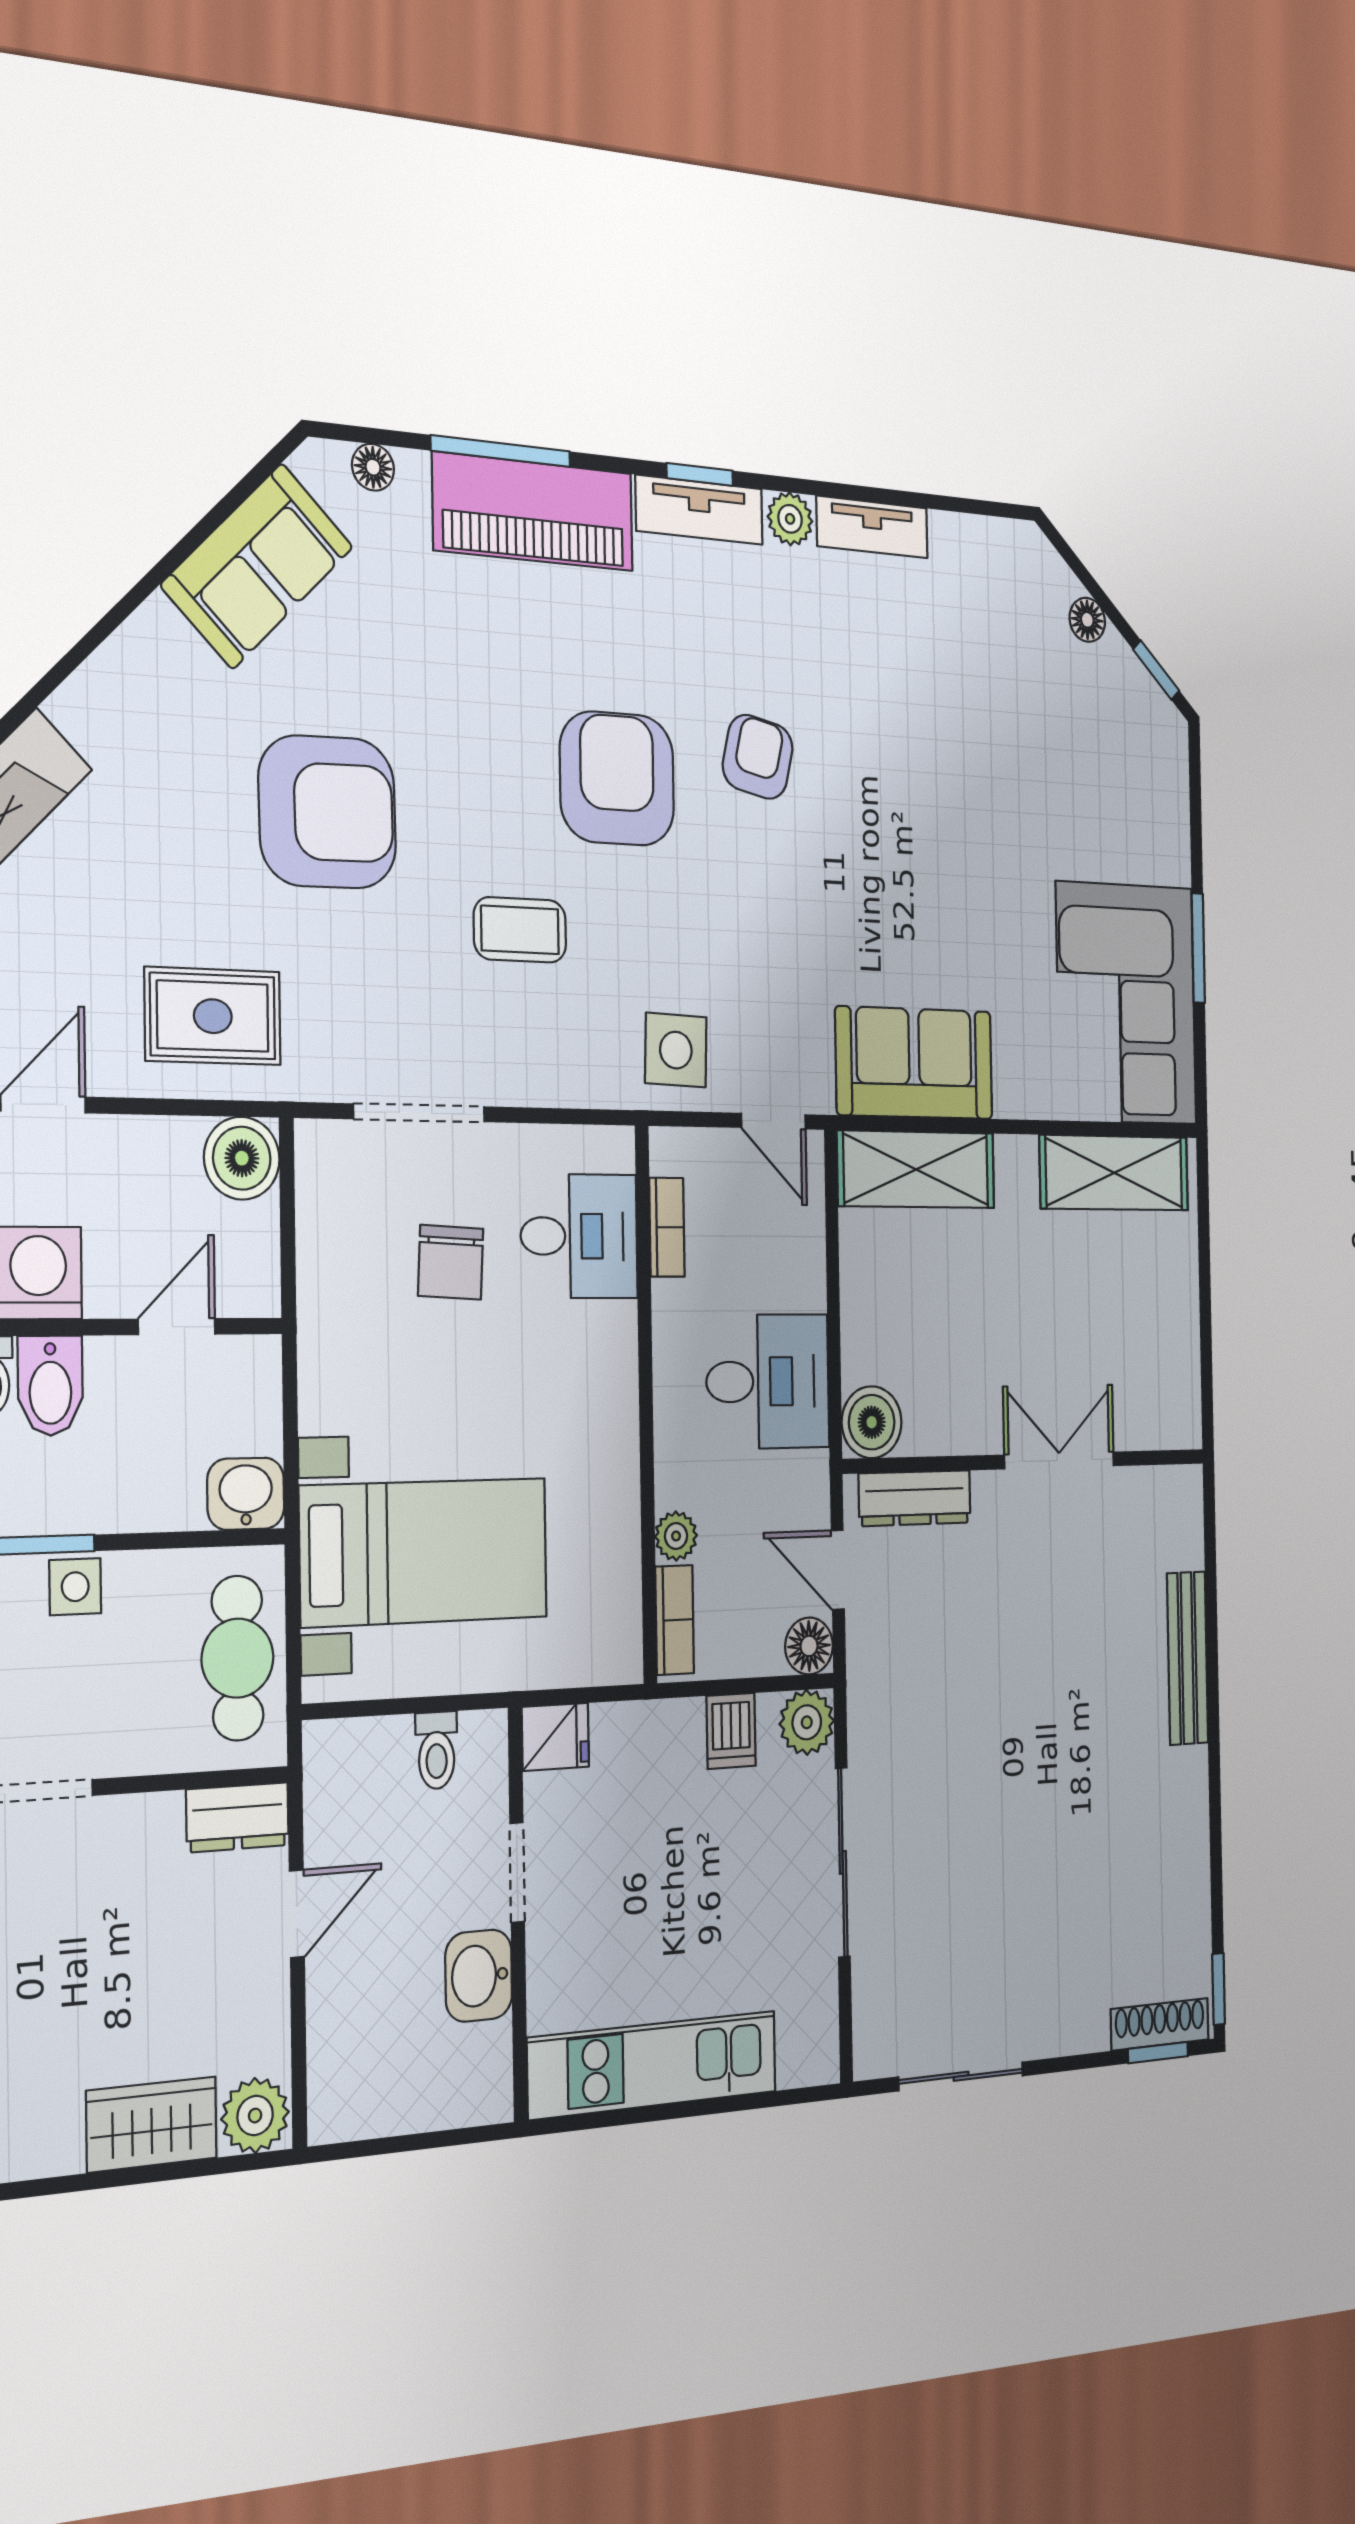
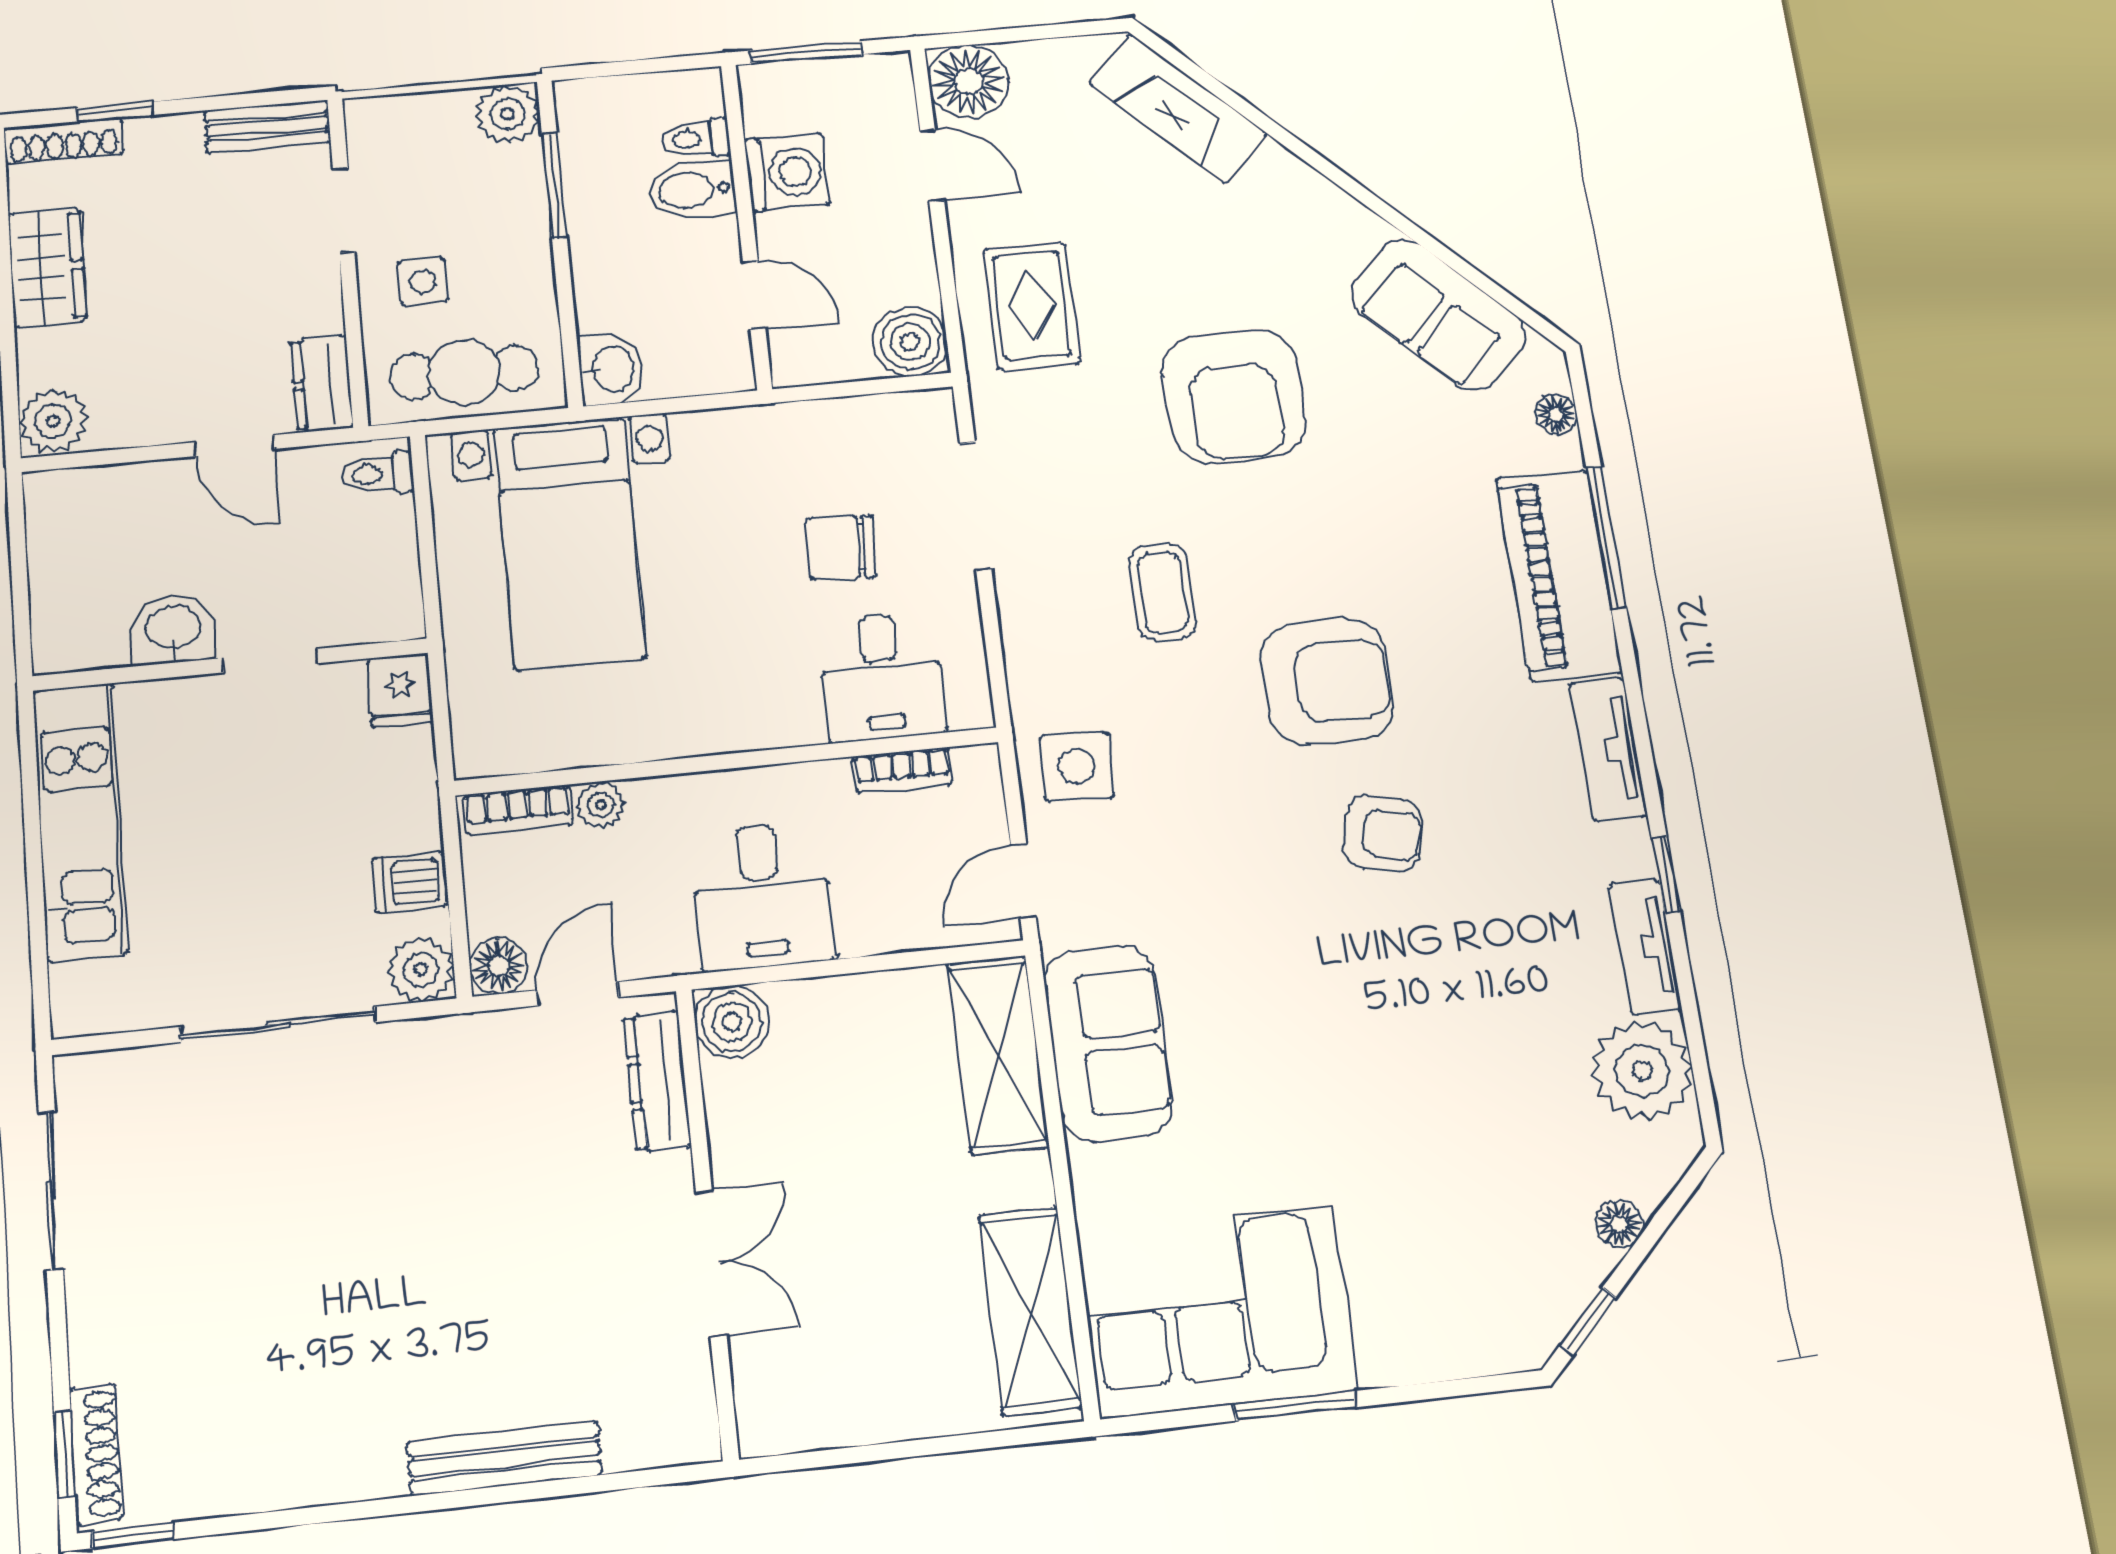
window: (700, 474) -> (1666, 875), moved
plant: (790, 519) -> (1642, 1070), moved, width x1.87, depth x1.87
side table: (75, 1587) -> (423, 282), moved
toilet: (436, 1750) -> (377, 474), moved
wardrobe: (152, 2124) -> (47, 267), moved

